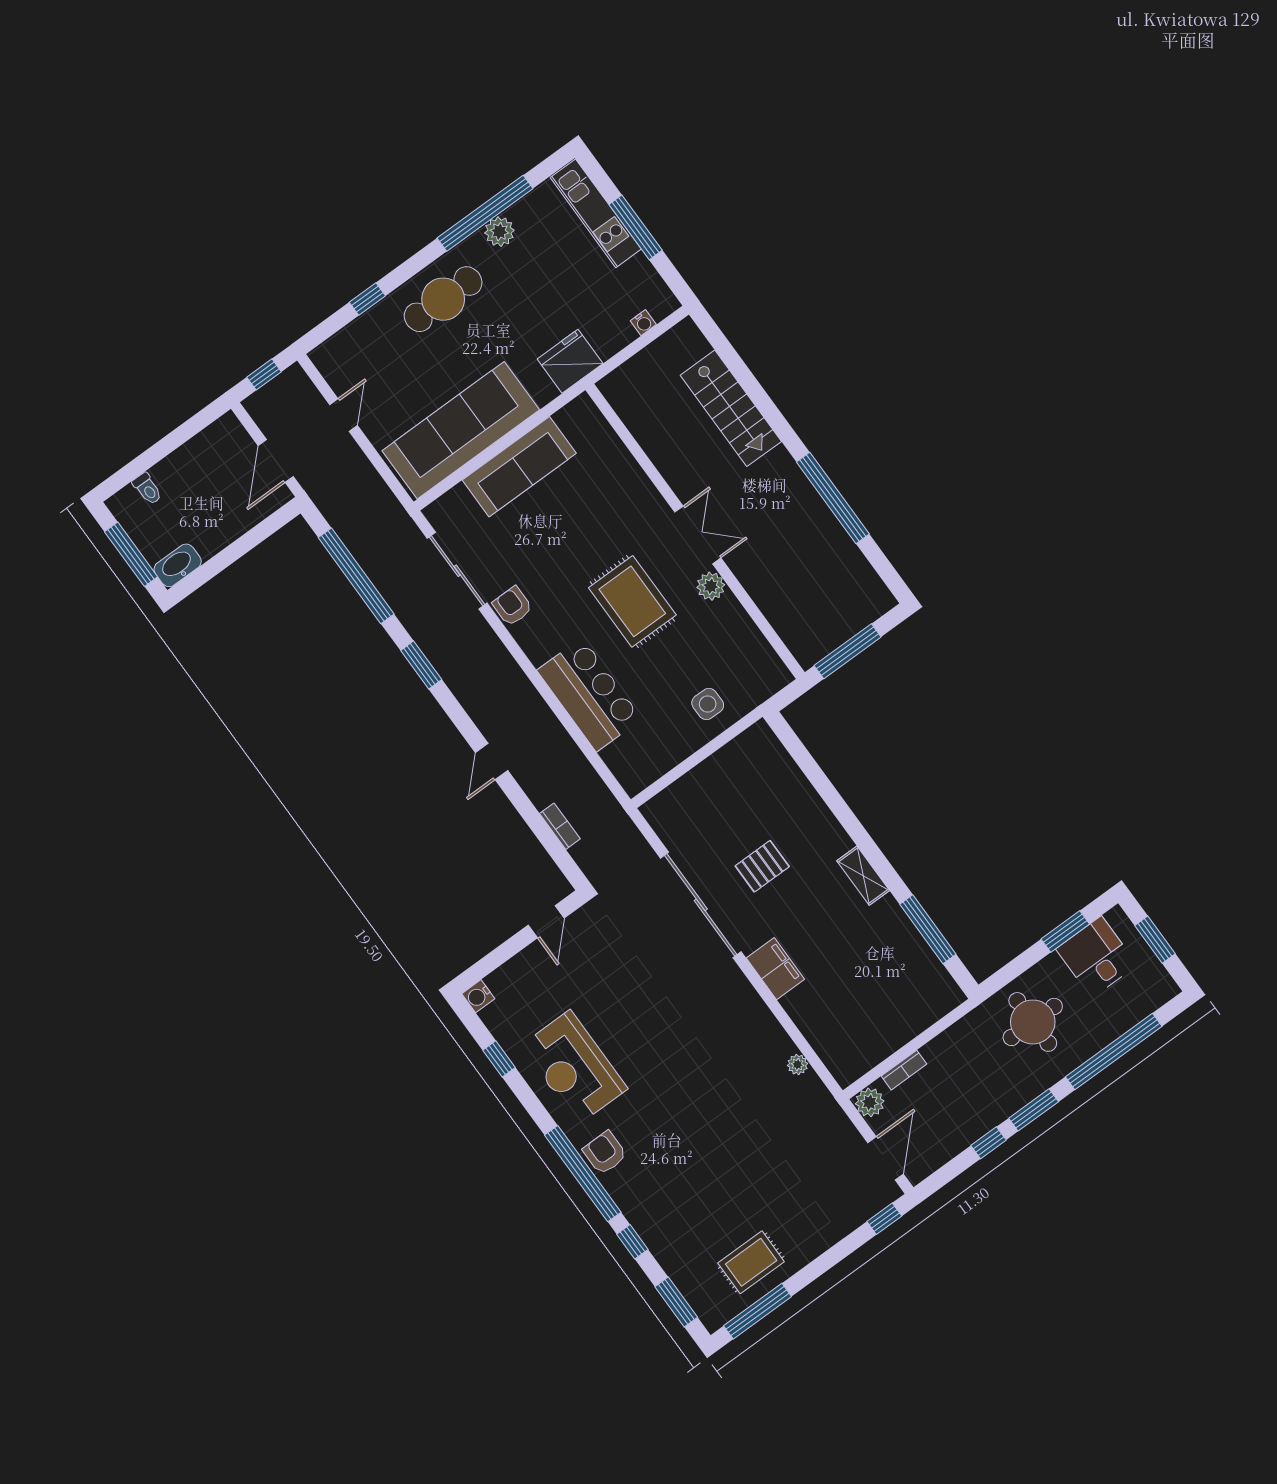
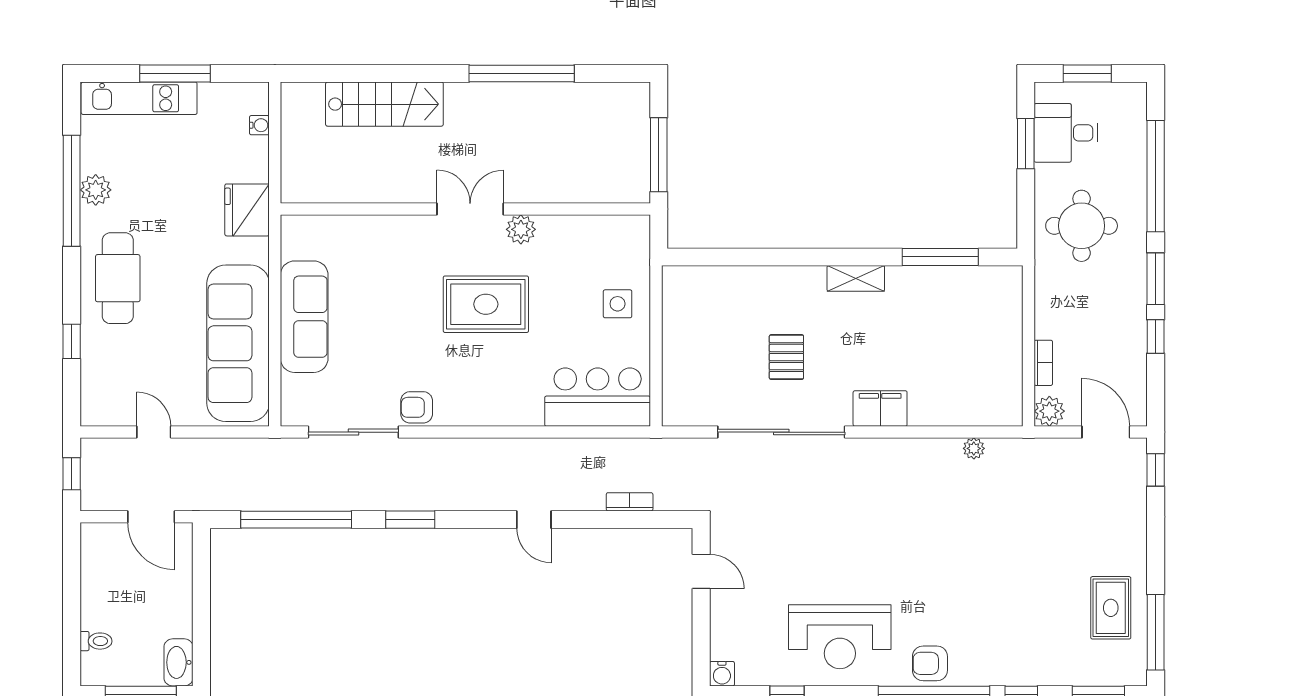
bar counter: (589, 695) -> (598, 397), moved

